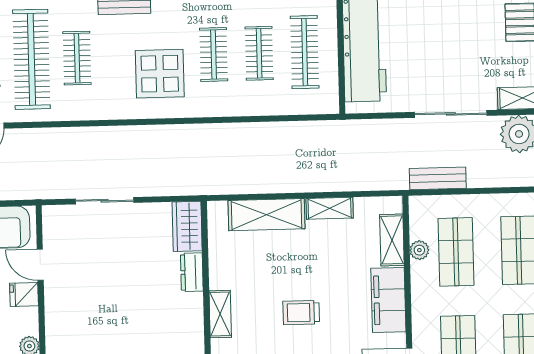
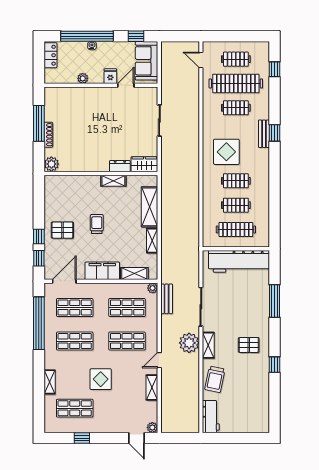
plant: (419, 250) -> (153, 288), moved
shelving: (220, 314) -> (113, 181), moved

